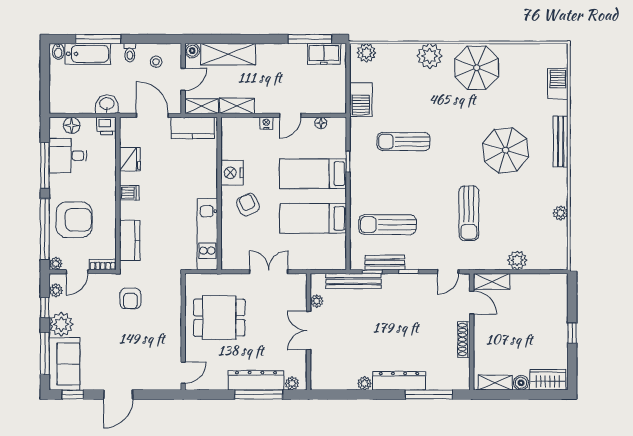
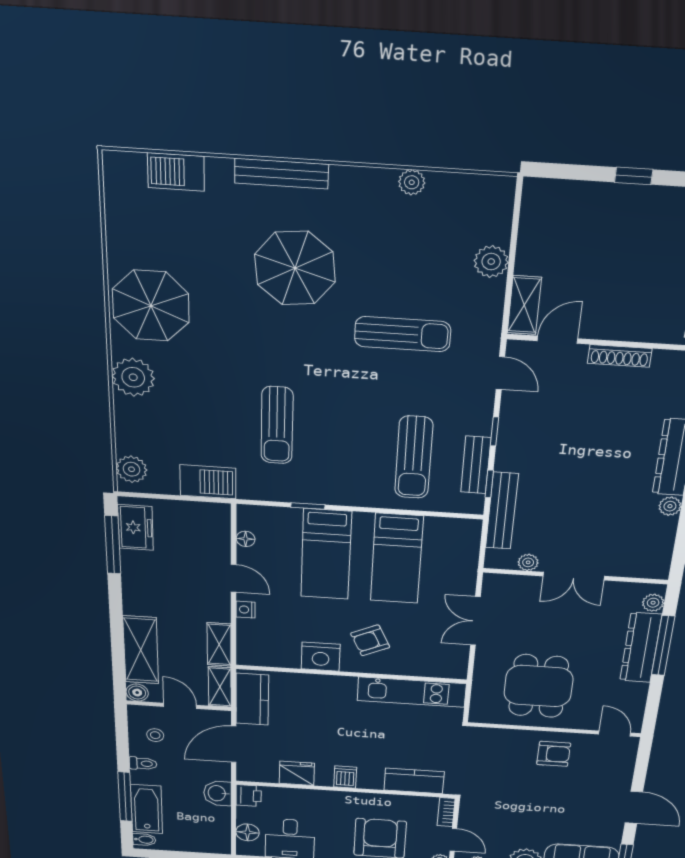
armchair: (130, 298) -> (554, 754), moved

